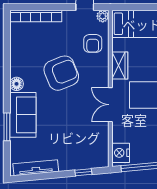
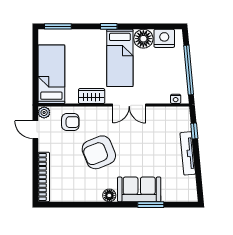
armchair: (61, 73) -> (99, 152), turned -90
nightstand: (121, 153) -> (176, 99), width x0.53, depth x0.56
tv unit: (36, 168) -> (188, 153), moved

